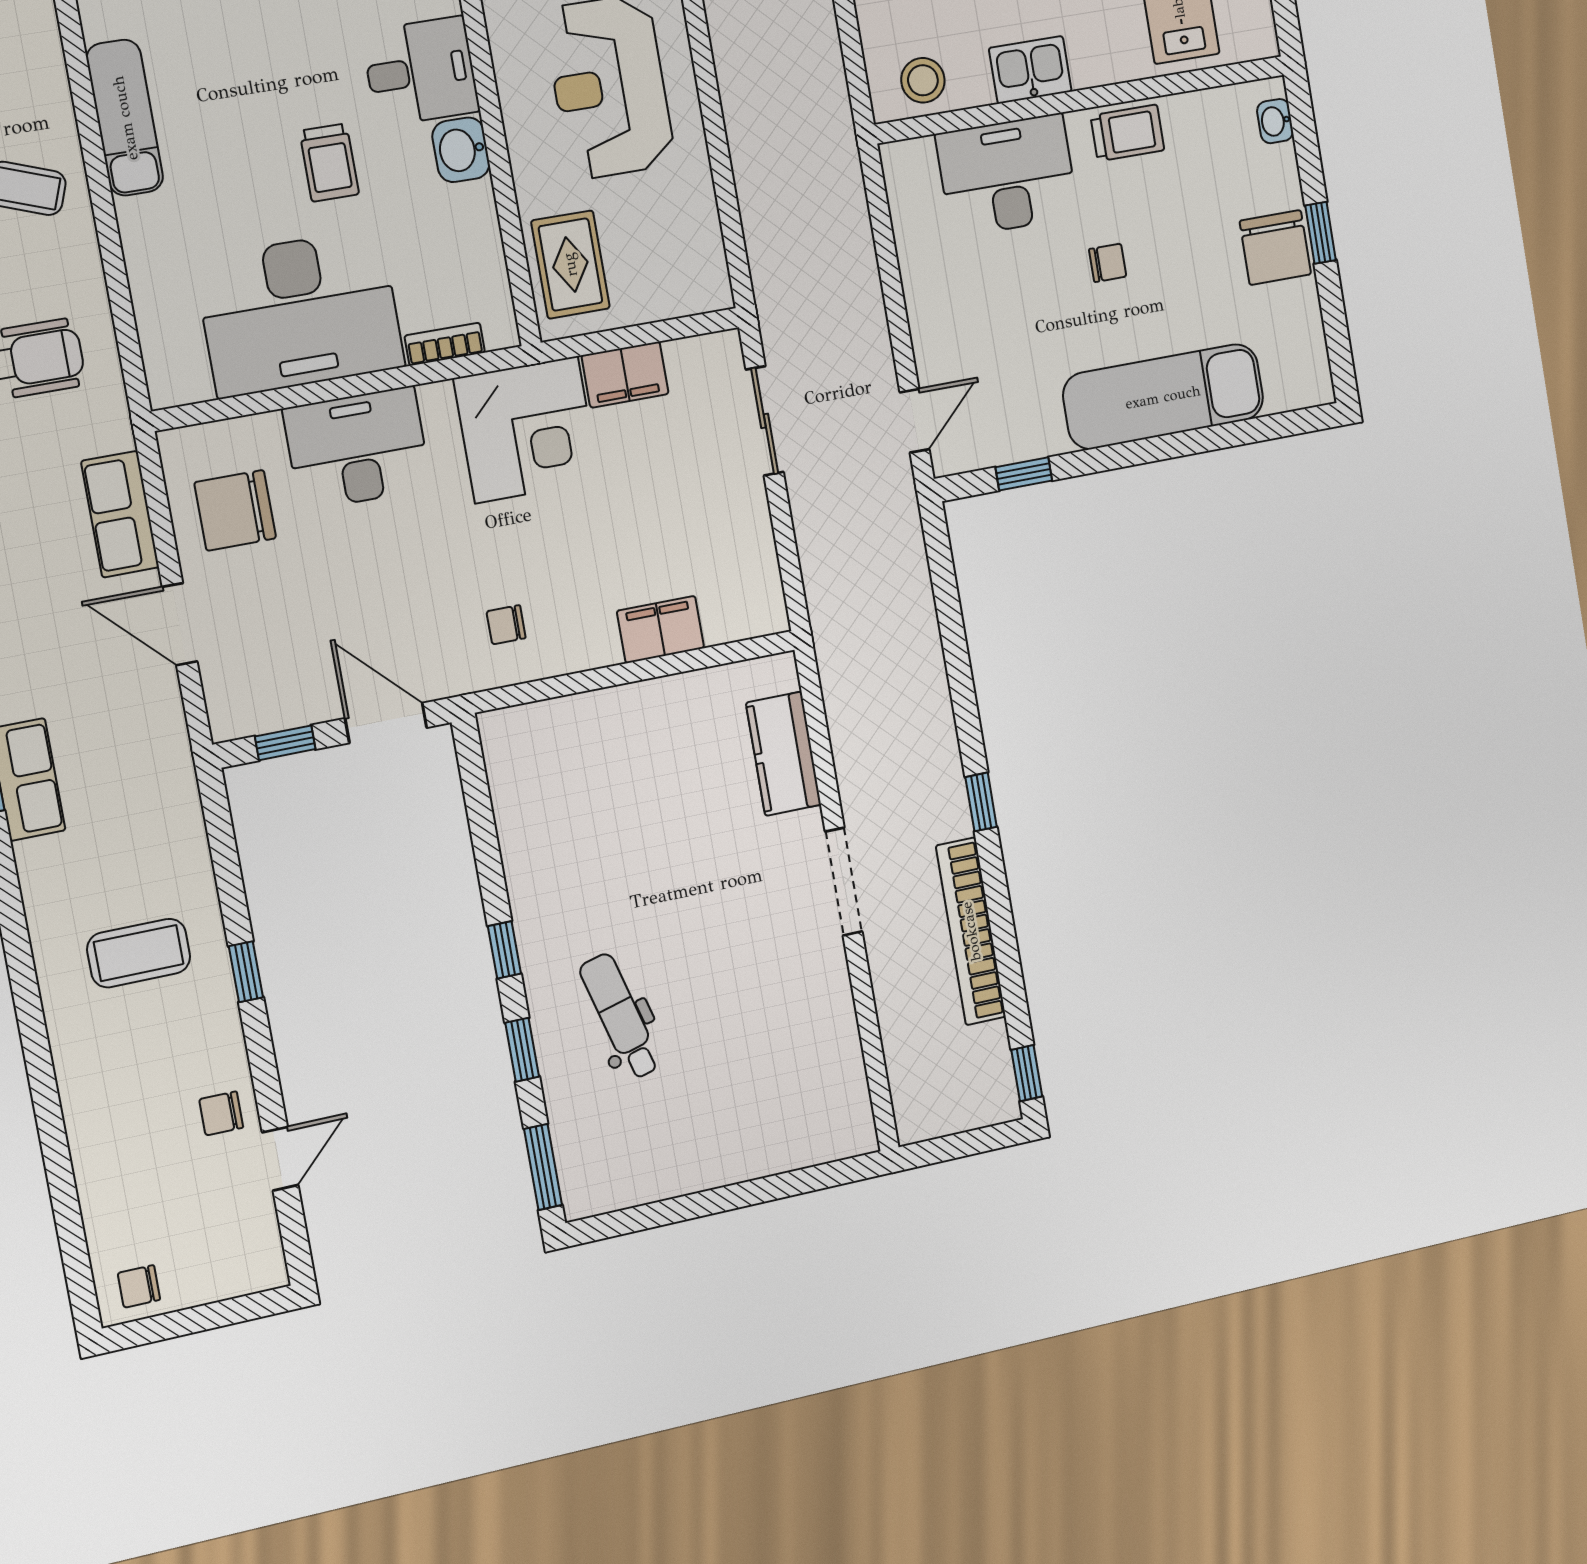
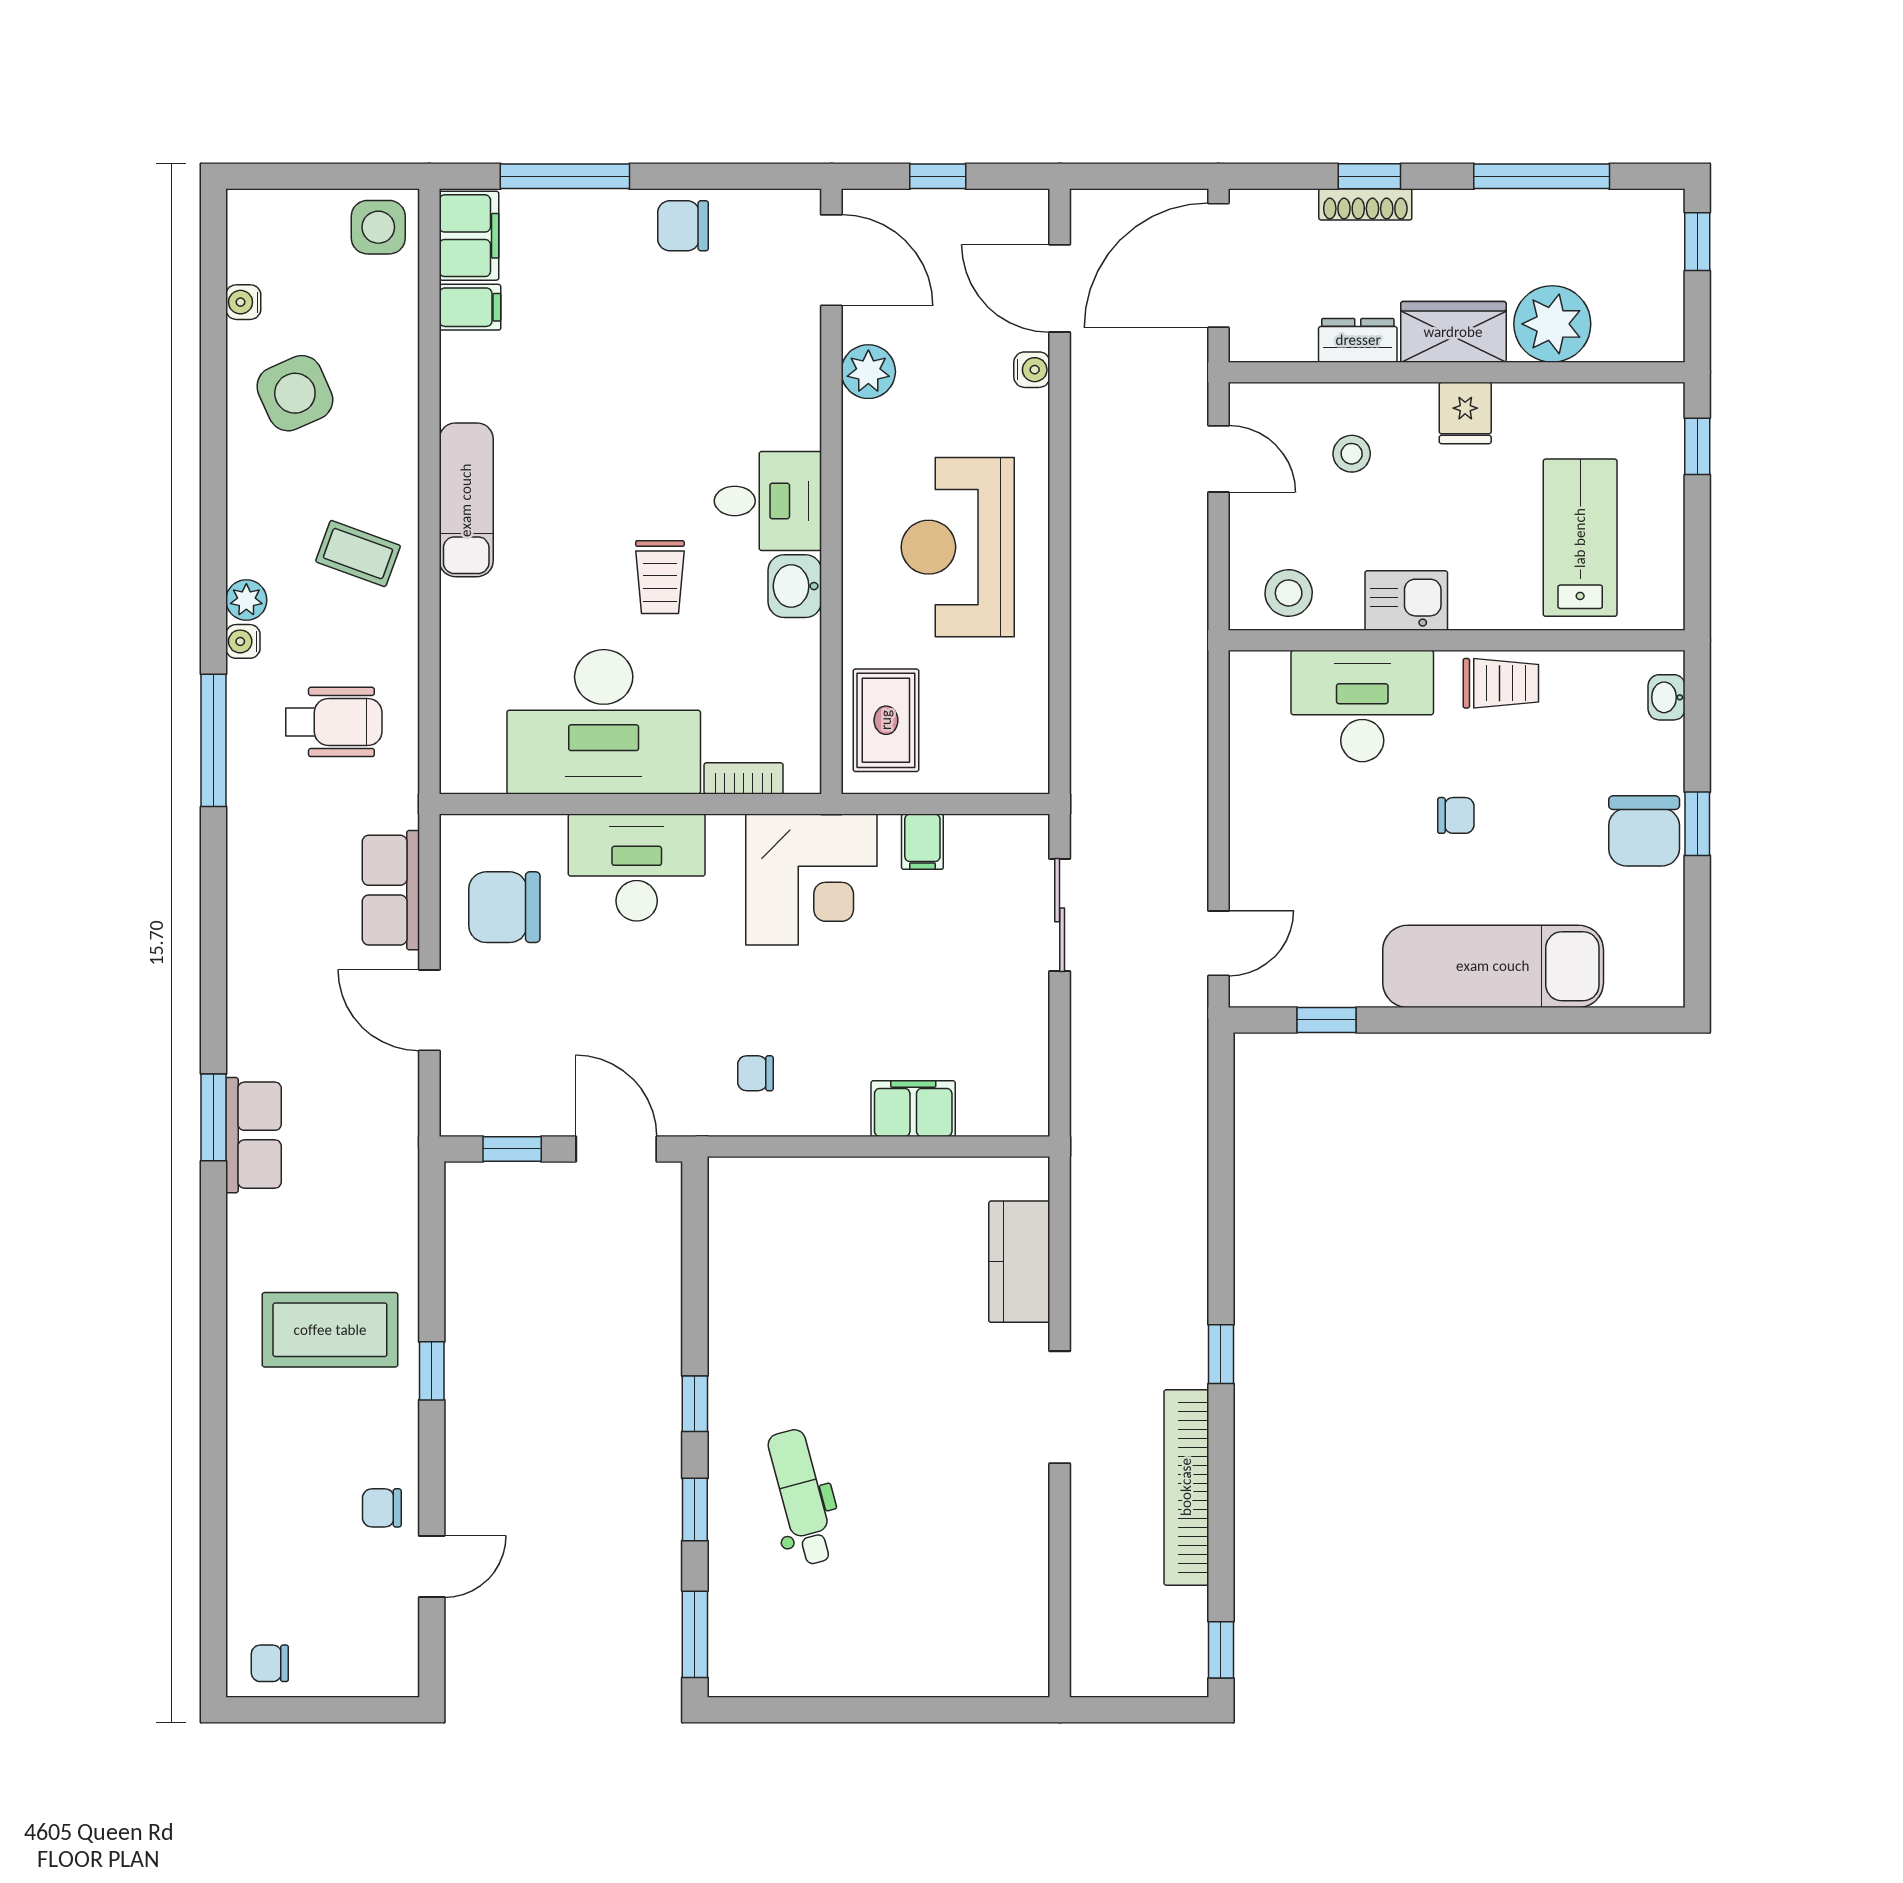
filing cabinet: (625, 375) -> (922, 842), width x0.50
coffee table: (139, 953) -> (330, 1330), width x1.36, depth x1.32

